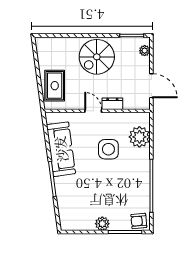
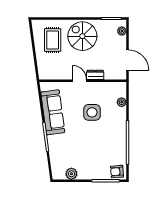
spiral stairs: (97, 57) -> (82, 36), turned 90
rug: (55, 86) -> (53, 40), moved
plant: (139, 137) -> (122, 102), width x0.53, depth x0.53
plant: (102, 224) -> (71, 174), moved

